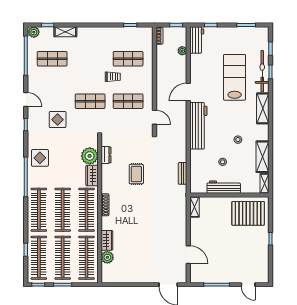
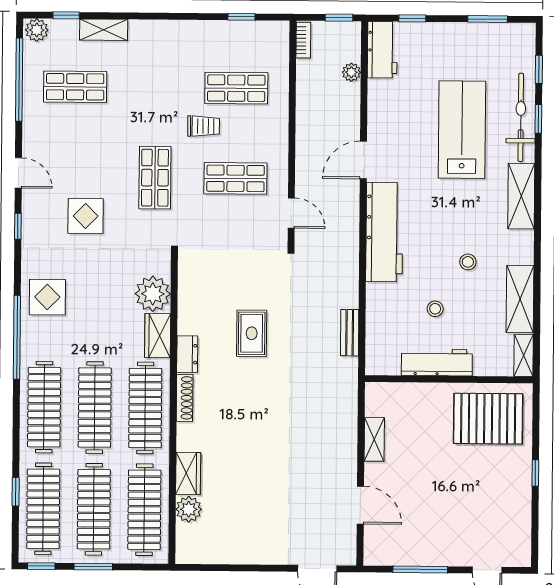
shop shelf: (90, 101) -> (155, 178), turned 90
dresser: (106, 155) -> (187, 354), moved
shelving: (194, 207) -> (374, 439), moved

